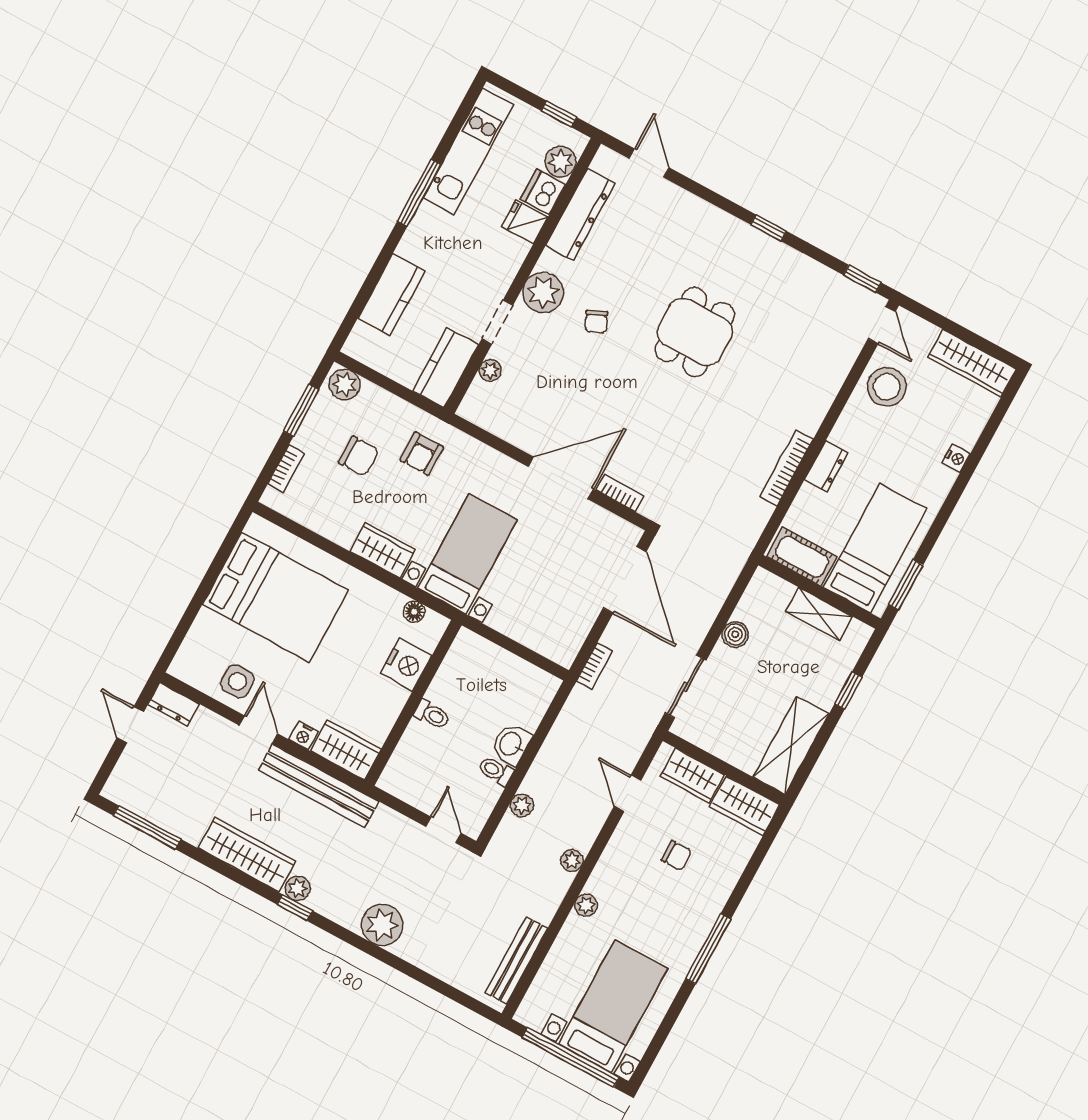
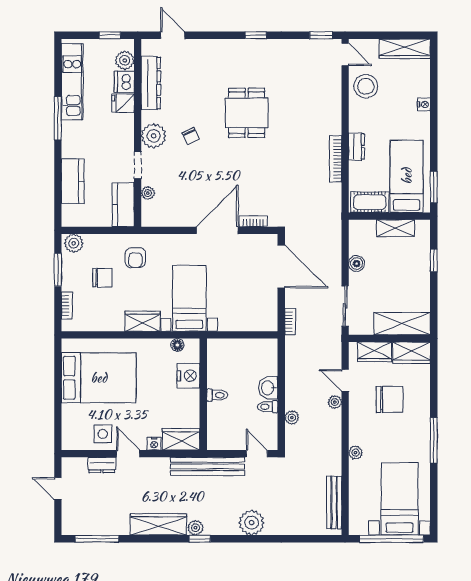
dresser: (174, 704) -> (102, 465), moved
shelving: (791, 745) -> (402, 324), moved, turned 90
bench: (319, 786) -> (207, 466), moved
chair: (677, 856) -> (390, 400), width x1.87, depth x1.87
plant: (572, 861) -> (335, 402), moved

